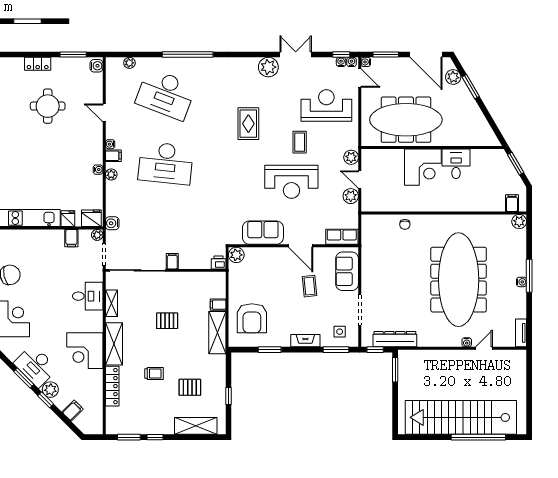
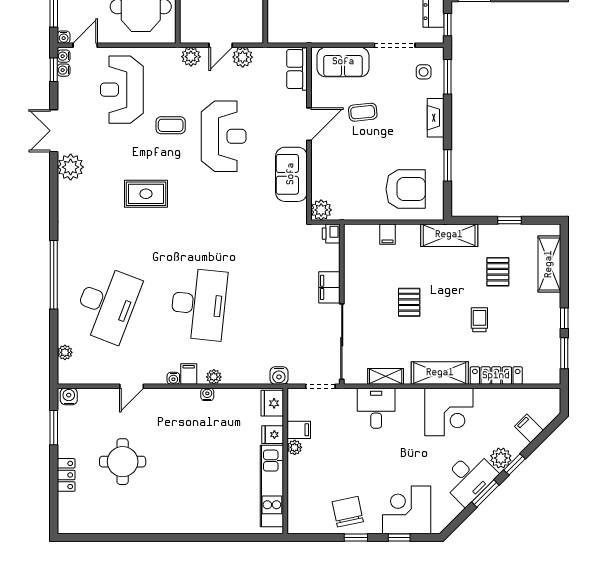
plant: (97, 235) -> (295, 447), moved
filing cabinet: (172, 261) -> (329, 287), width x2.00
shelving: (217, 333) -> (449, 235), moved

